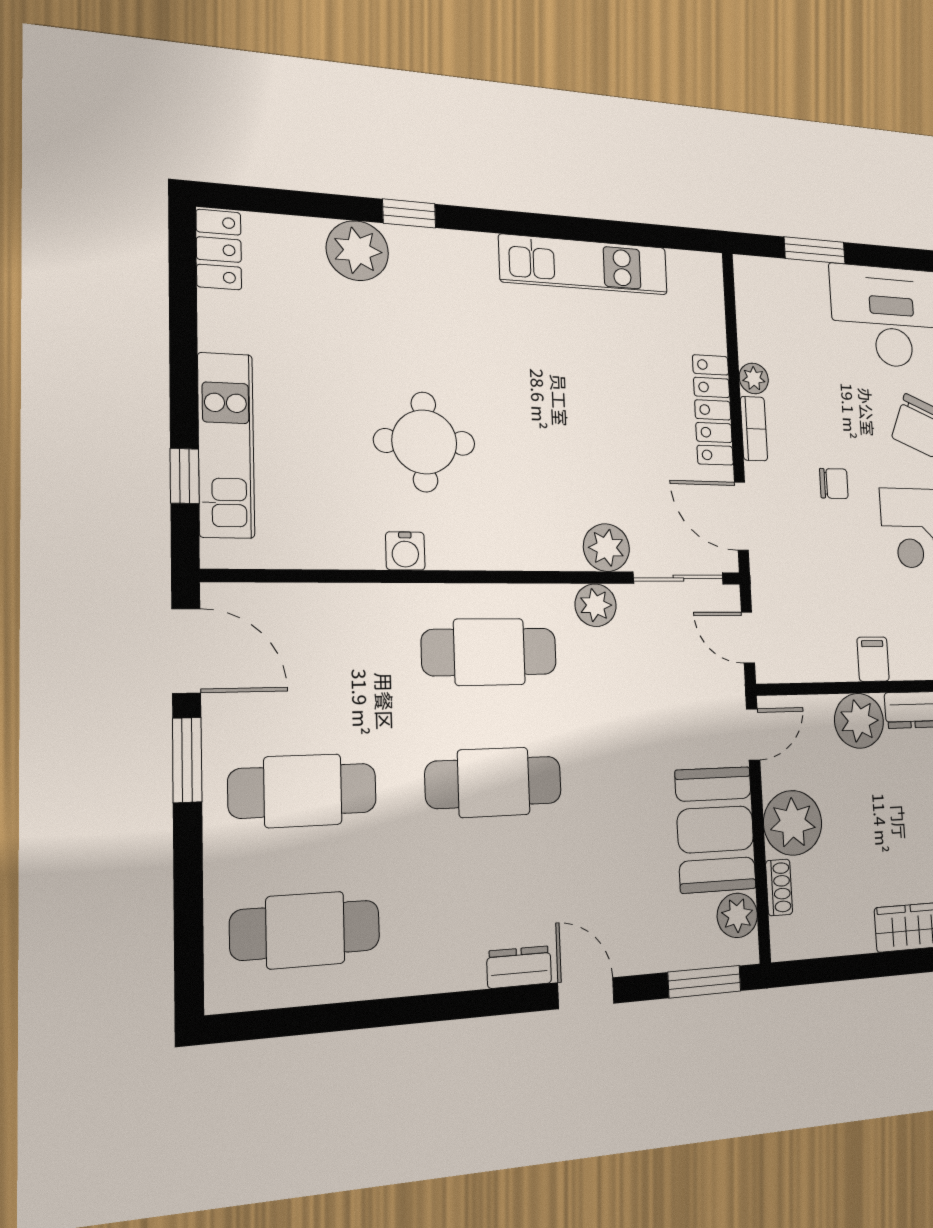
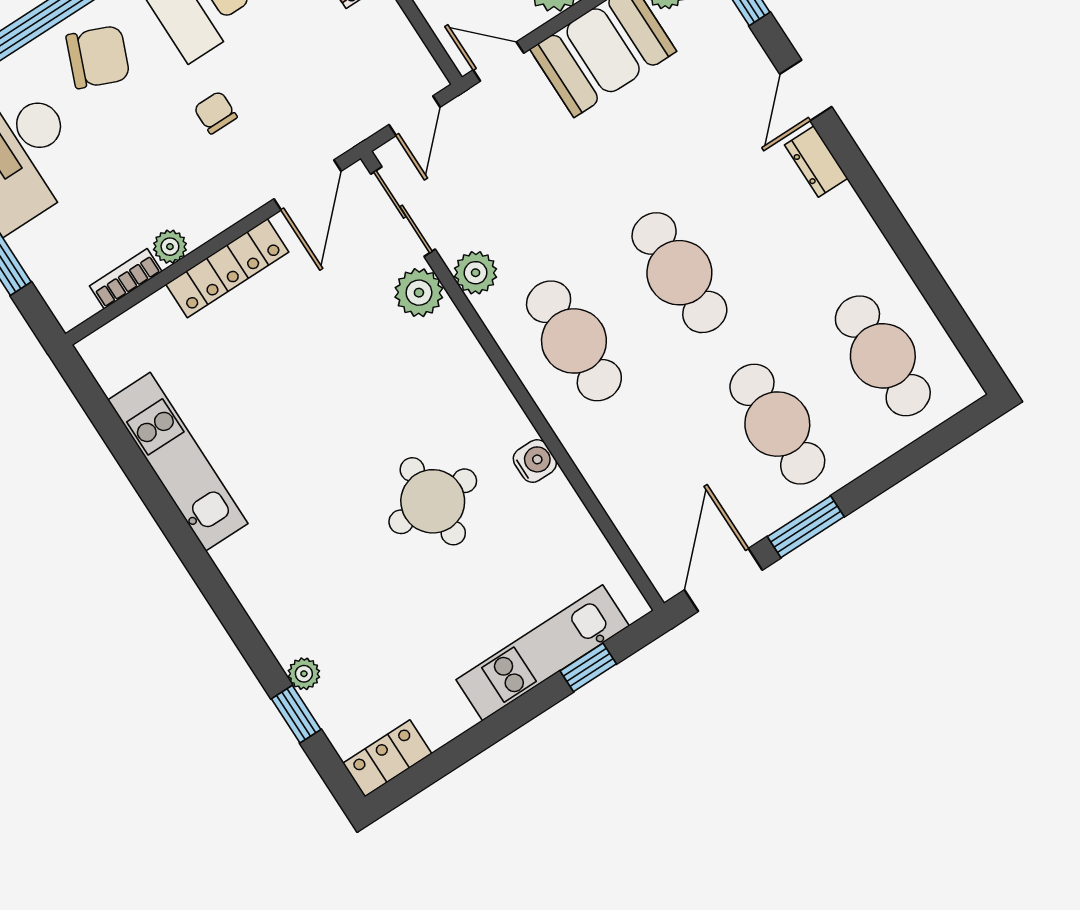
window: (409, 213) -> (296, 714), moved
plant: (357, 251) -> (304, 674), width x0.53, depth x0.53
bookcase: (754, 429) -> (126, 279), moved

